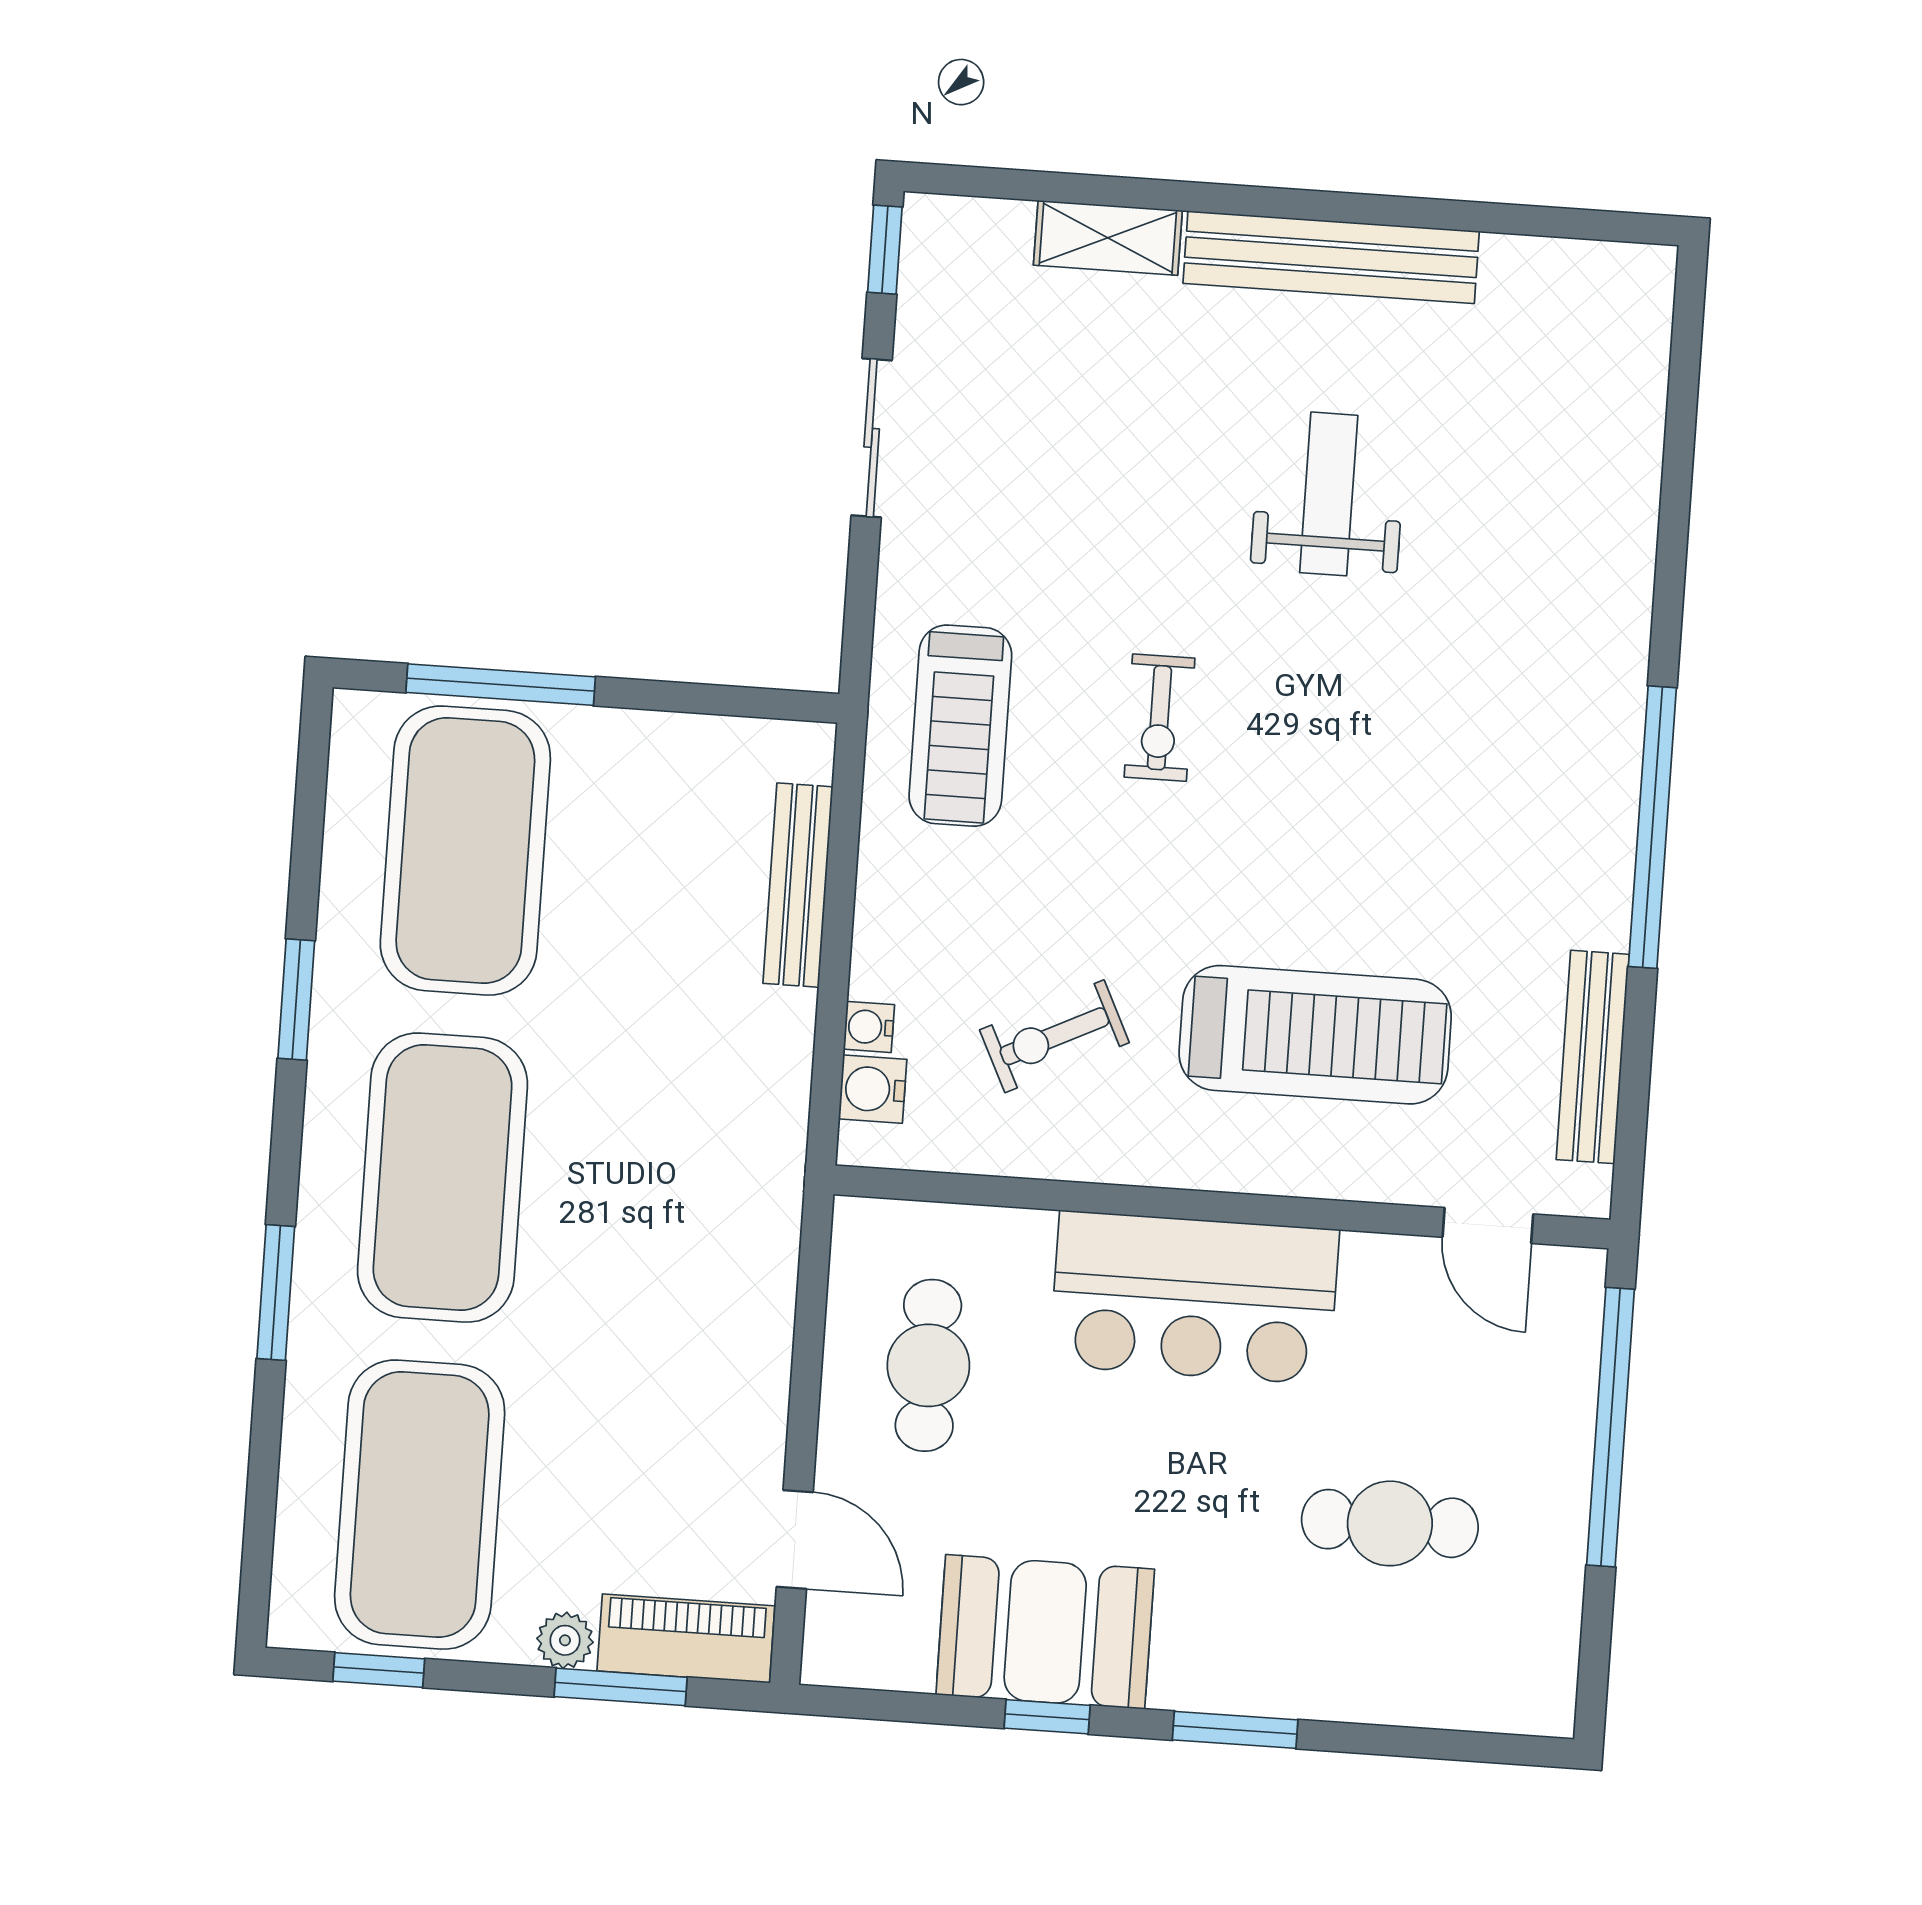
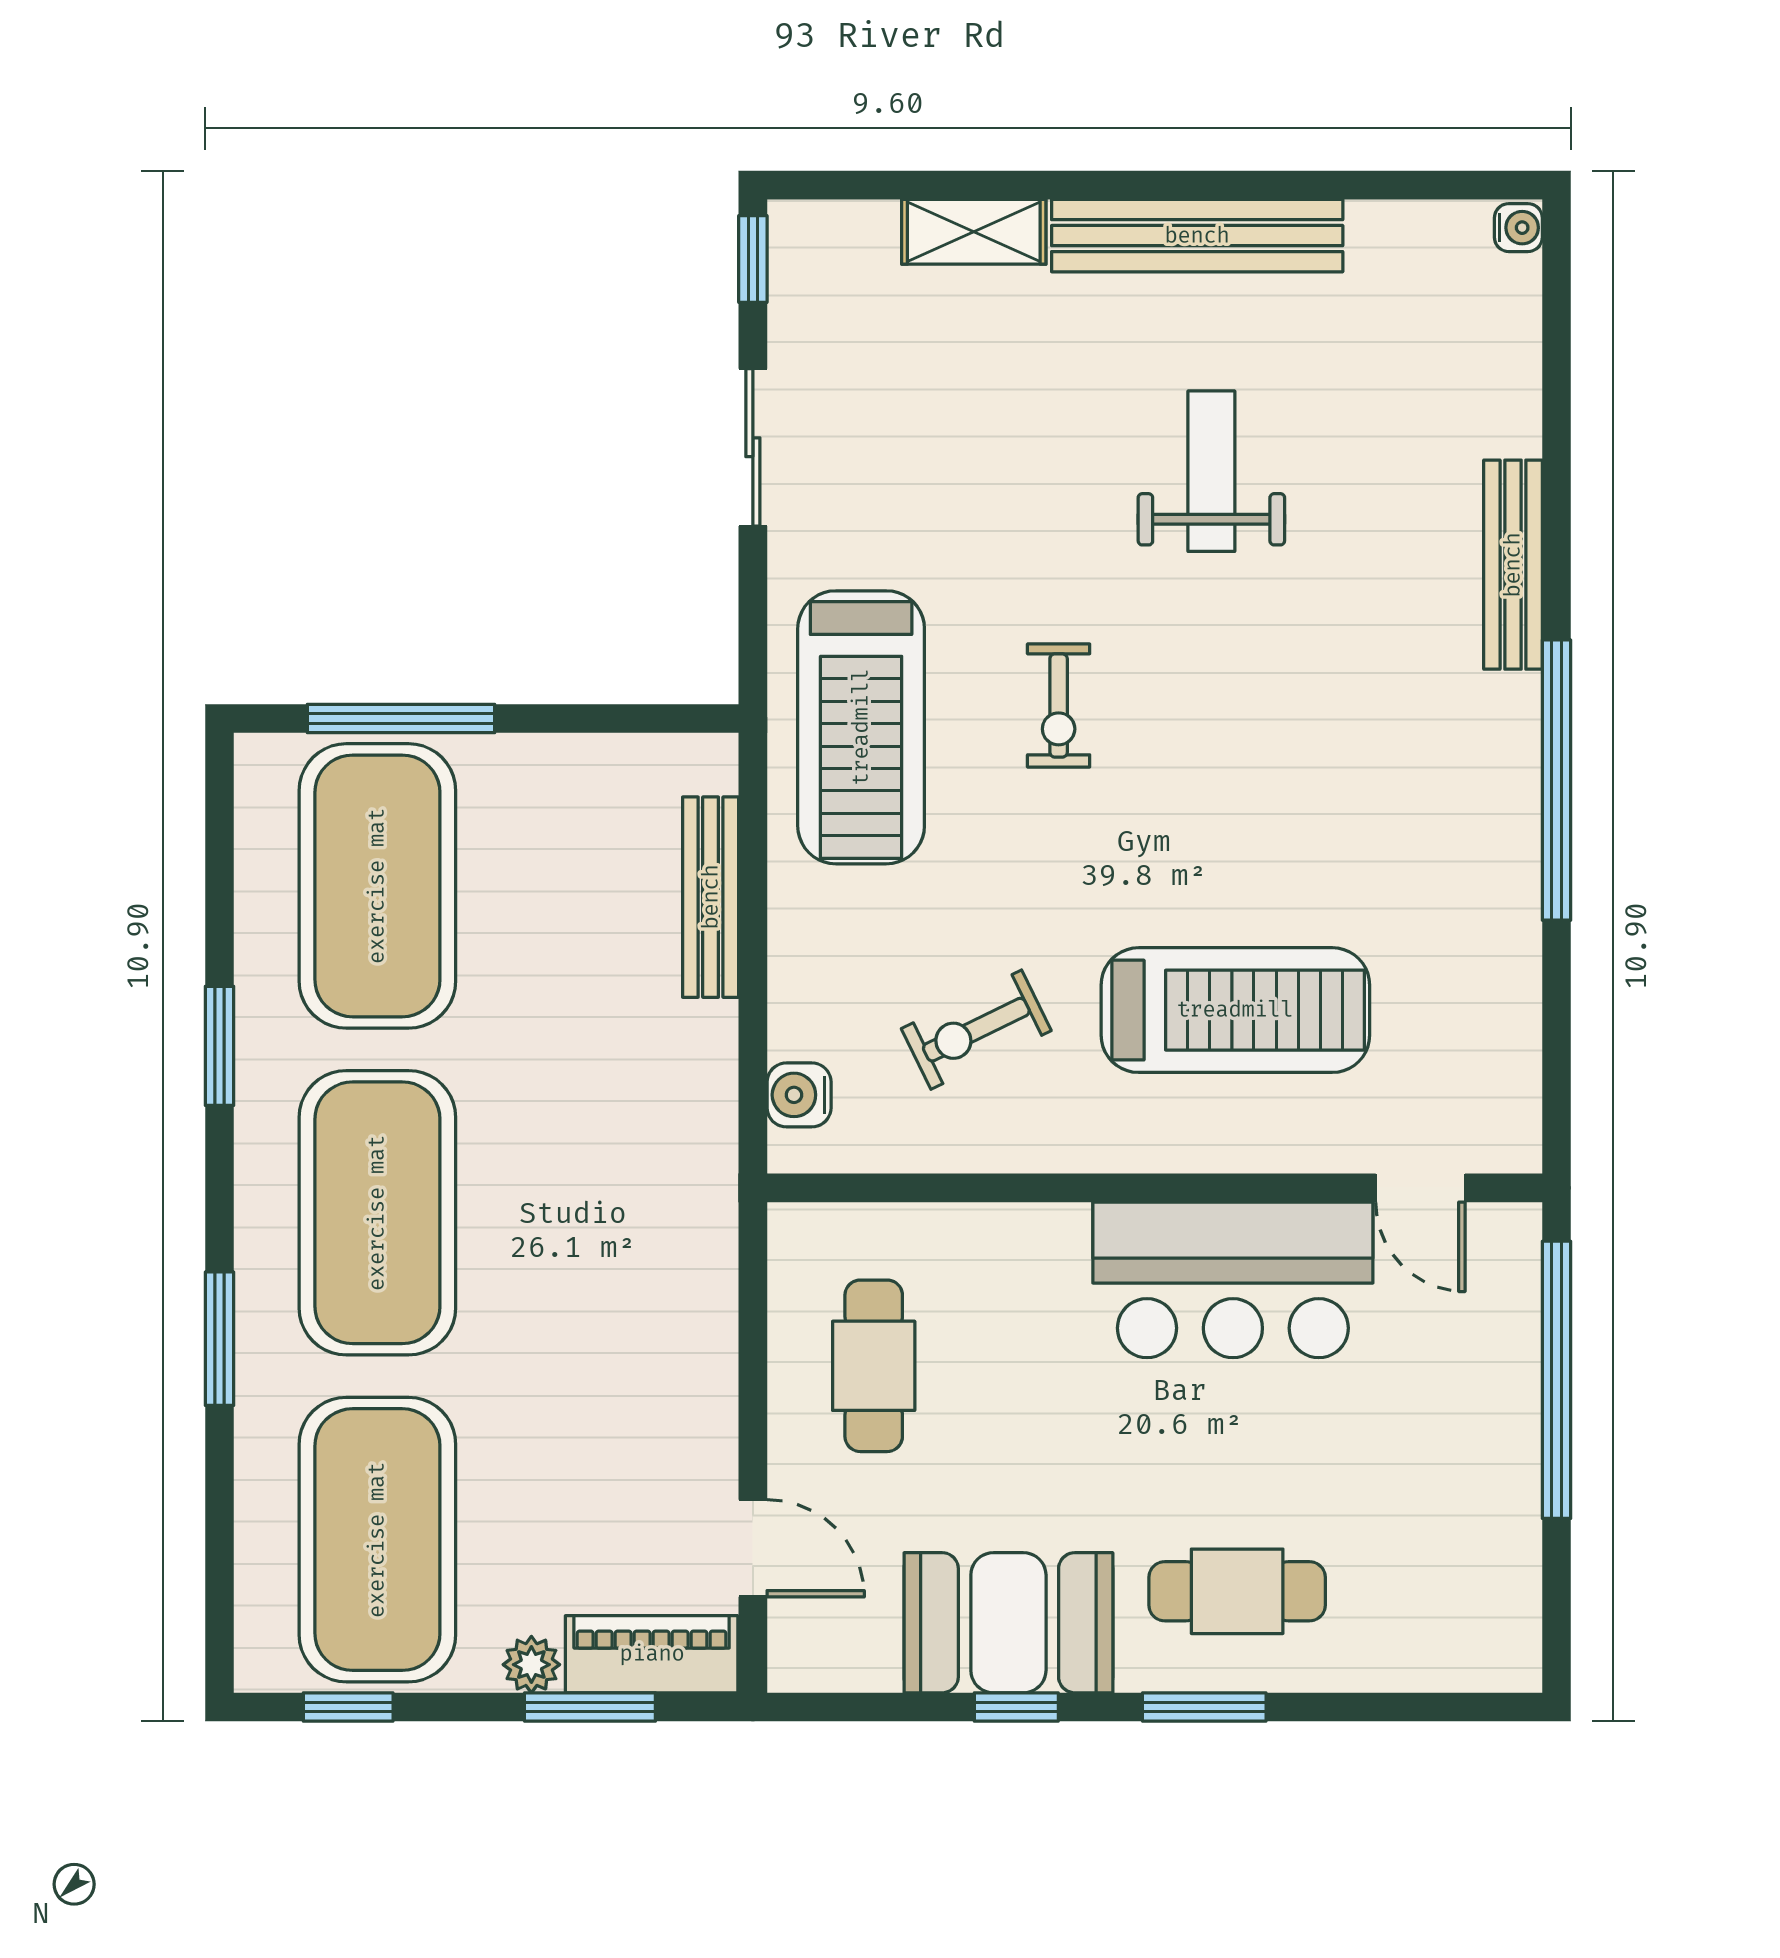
treadmill: (960, 726) -> (861, 727), width x1.37, depth x1.38
water cooler: (869, 1027) -> (1518, 228), moved, turned 180
bench: (1593, 1057) -> (1513, 565), moved
bar counter: (1194, 1298) -> (1233, 1280), moved
cafe table: (1390, 1523) -> (1237, 1591), moved

